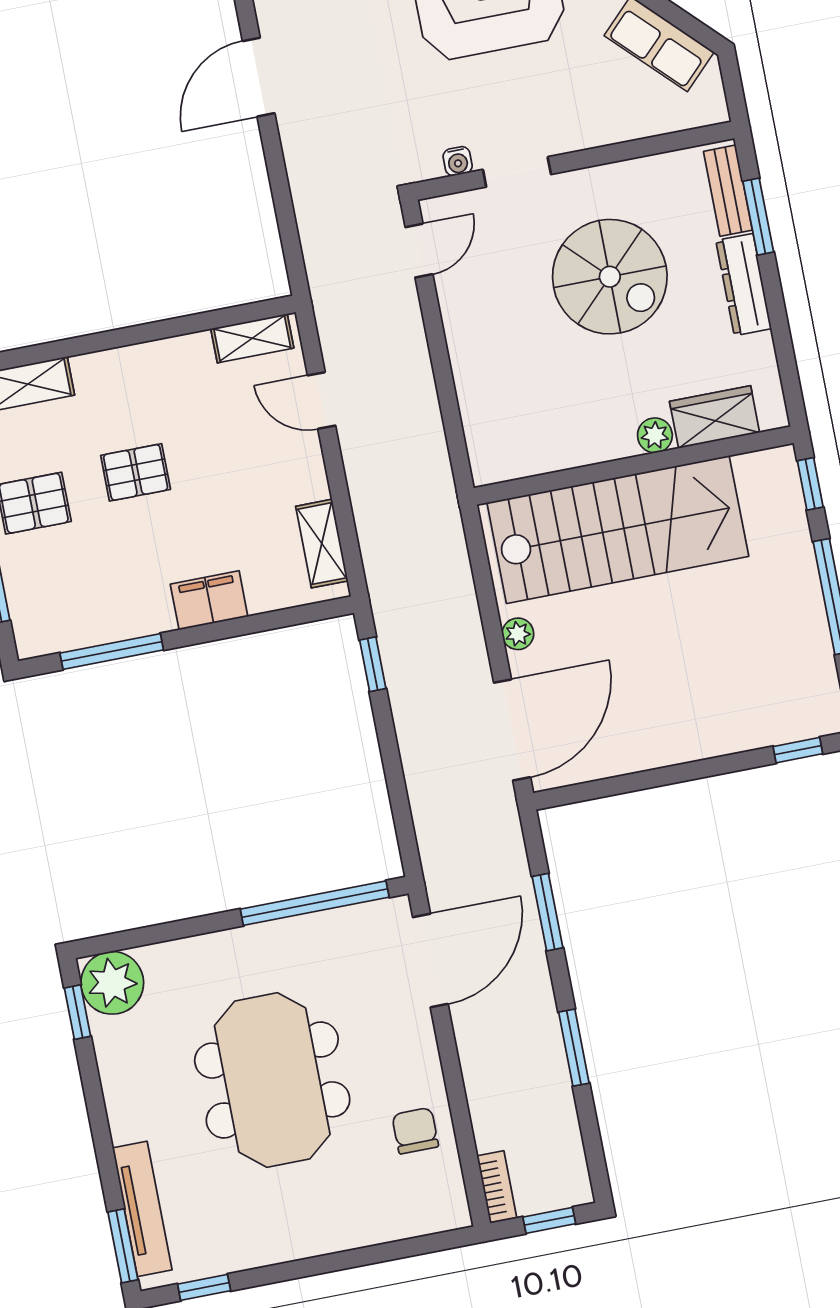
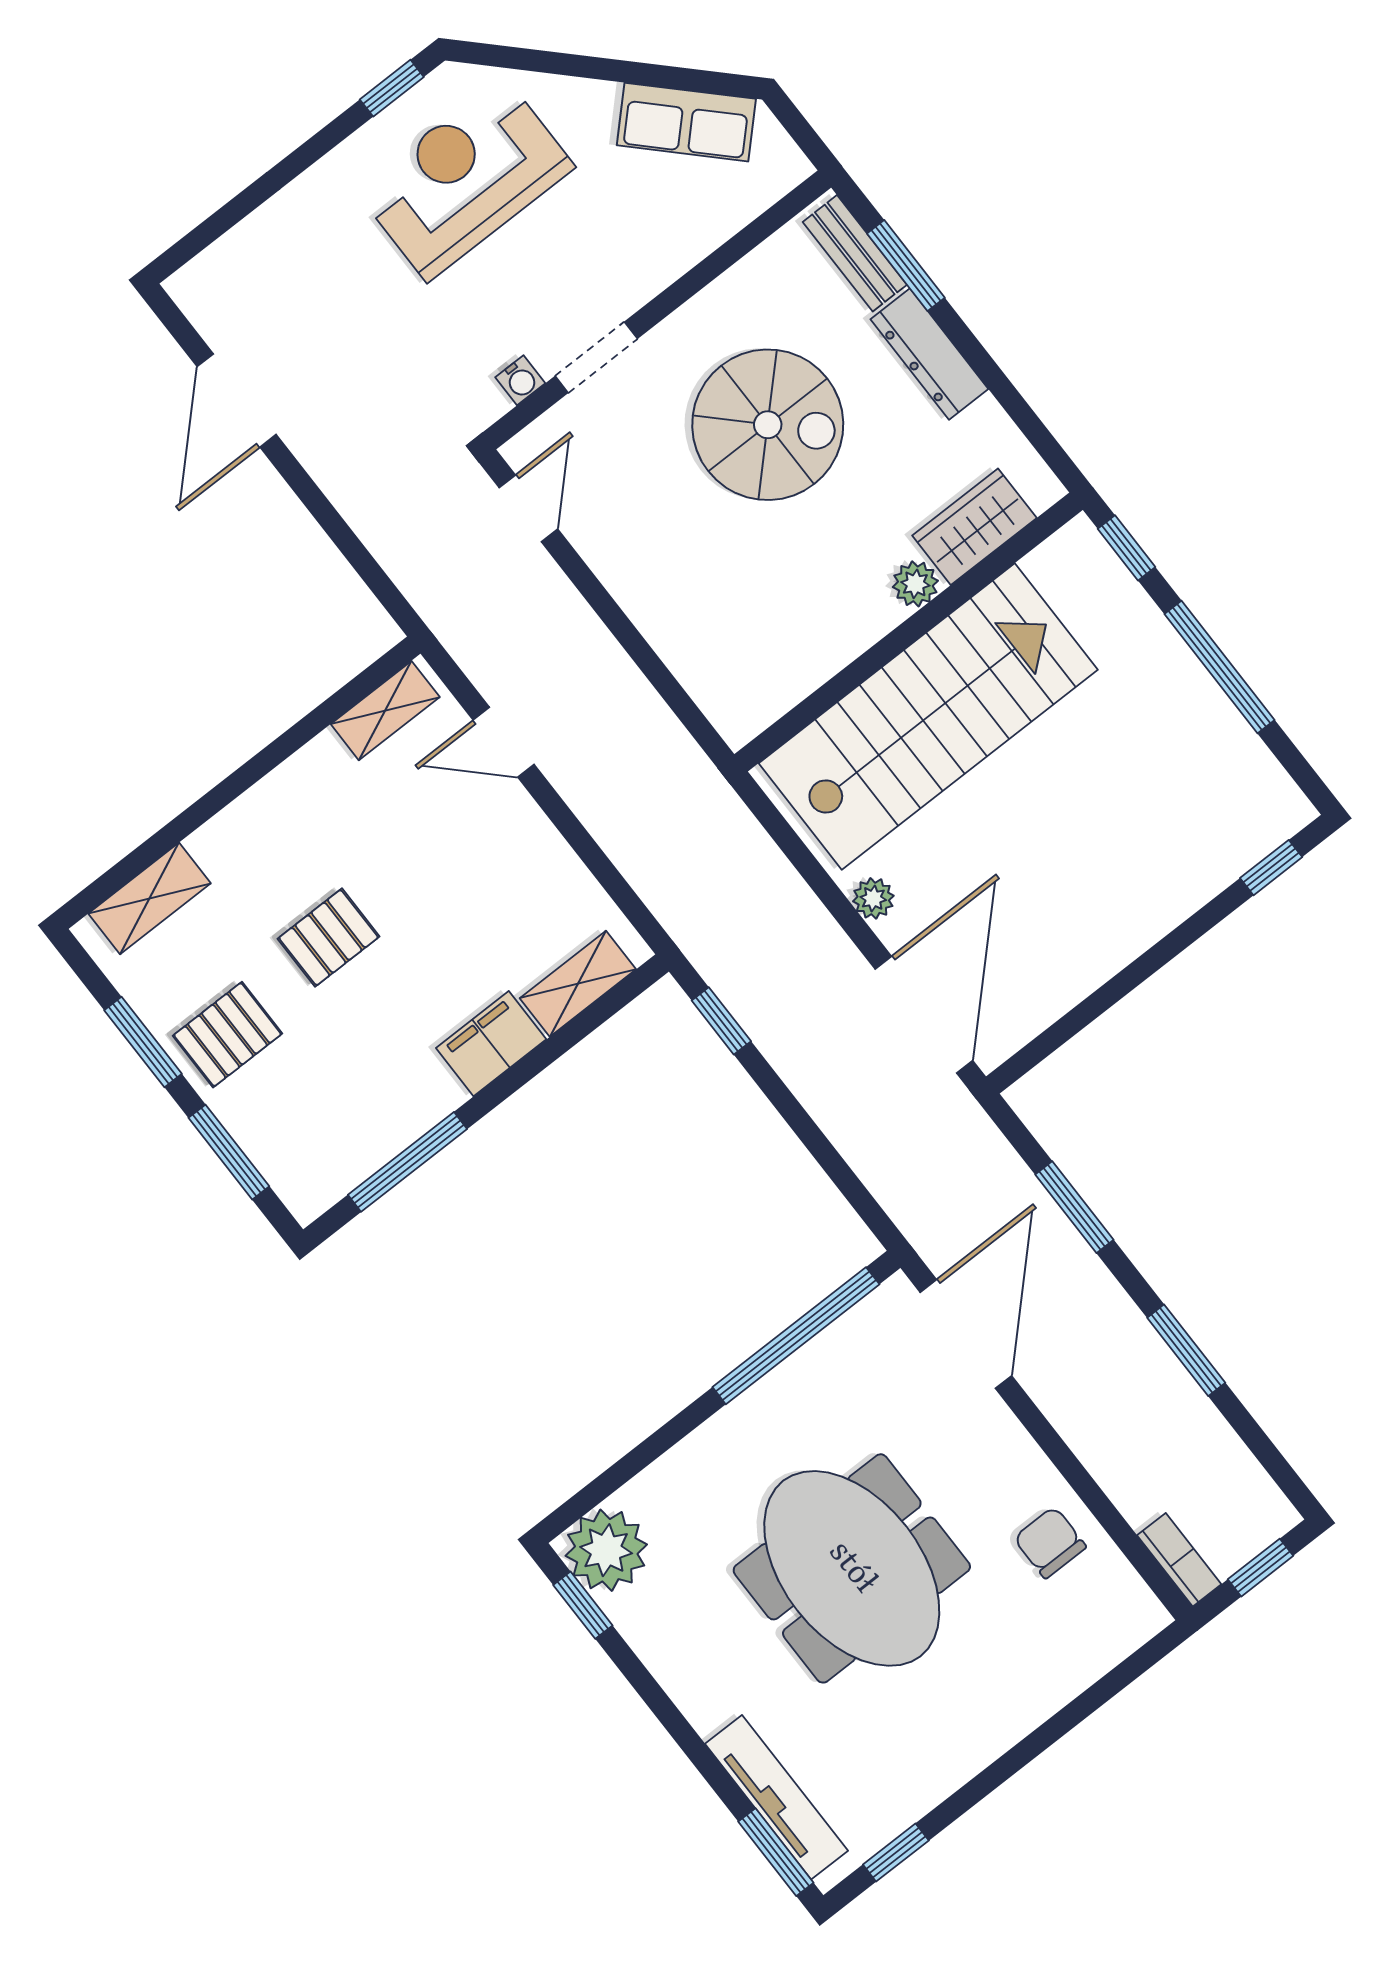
shelving: (322, 544) -> (578, 984), moved, turned 90

